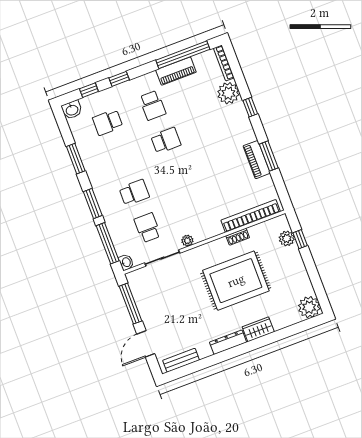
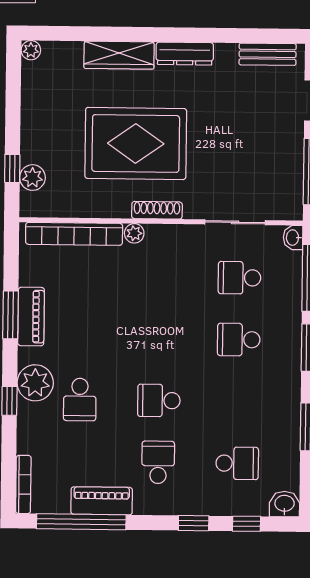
plant: (228, 93) -> (35, 383), moved
school desk: (211, 123) -> (80, 400), added
school desk: (147, 228) -> (239, 278), turned 90
shoe rack: (238, 237) -> (157, 210), moved, width x1.43
plant: (187, 241) -> (134, 233), moved
plant: (309, 307) -> (31, 50), width x0.53, depth x0.53
wardrobe: (258, 329) -> (119, 55), width x1.50

